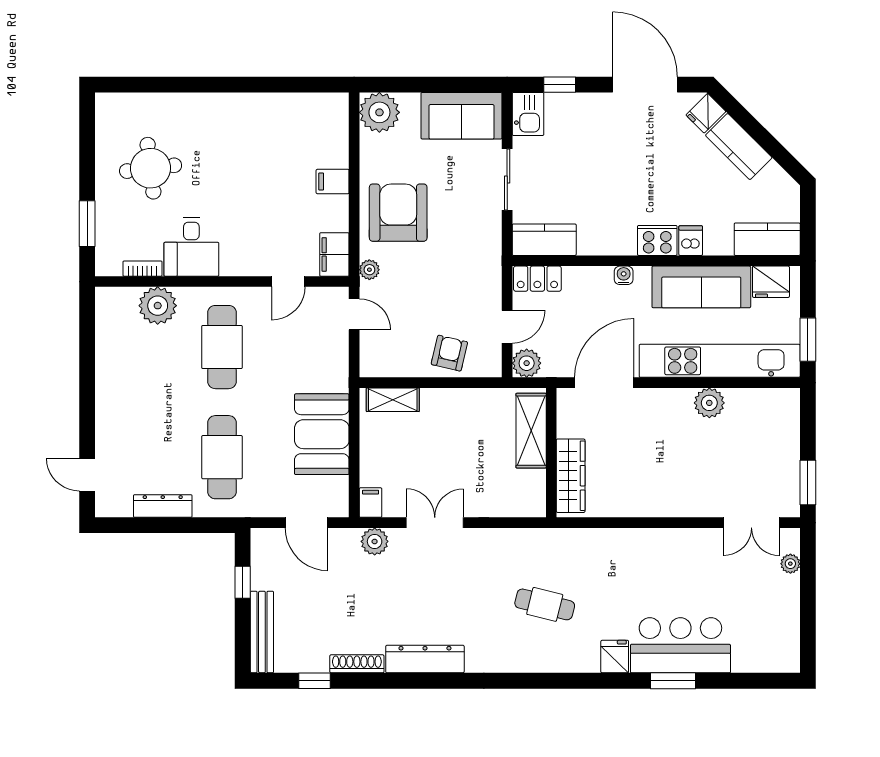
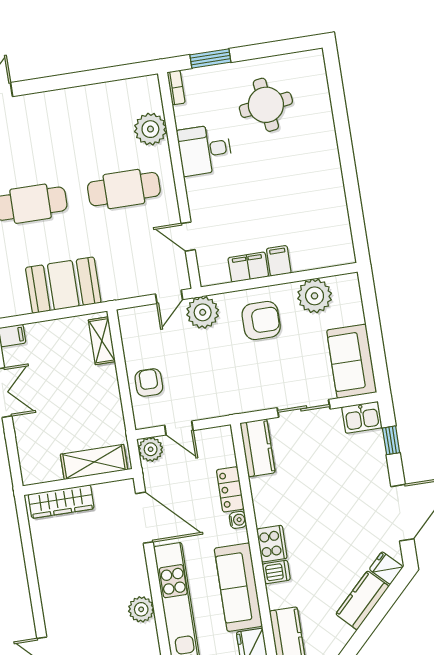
plant: (379, 112) -> (315, 296), moved
armchair: (398, 213) -> (261, 321), width x0.73, depth x0.73
filing cabinet: (334, 254) -> (248, 267), moved
bookcase: (142, 269) -> (176, 88), moved
plant: (369, 270) -> (203, 312), width x1.88, depth x1.88
locker: (537, 279) -> (230, 489), moved
armchair: (449, 353) -> (149, 383), turned -103

